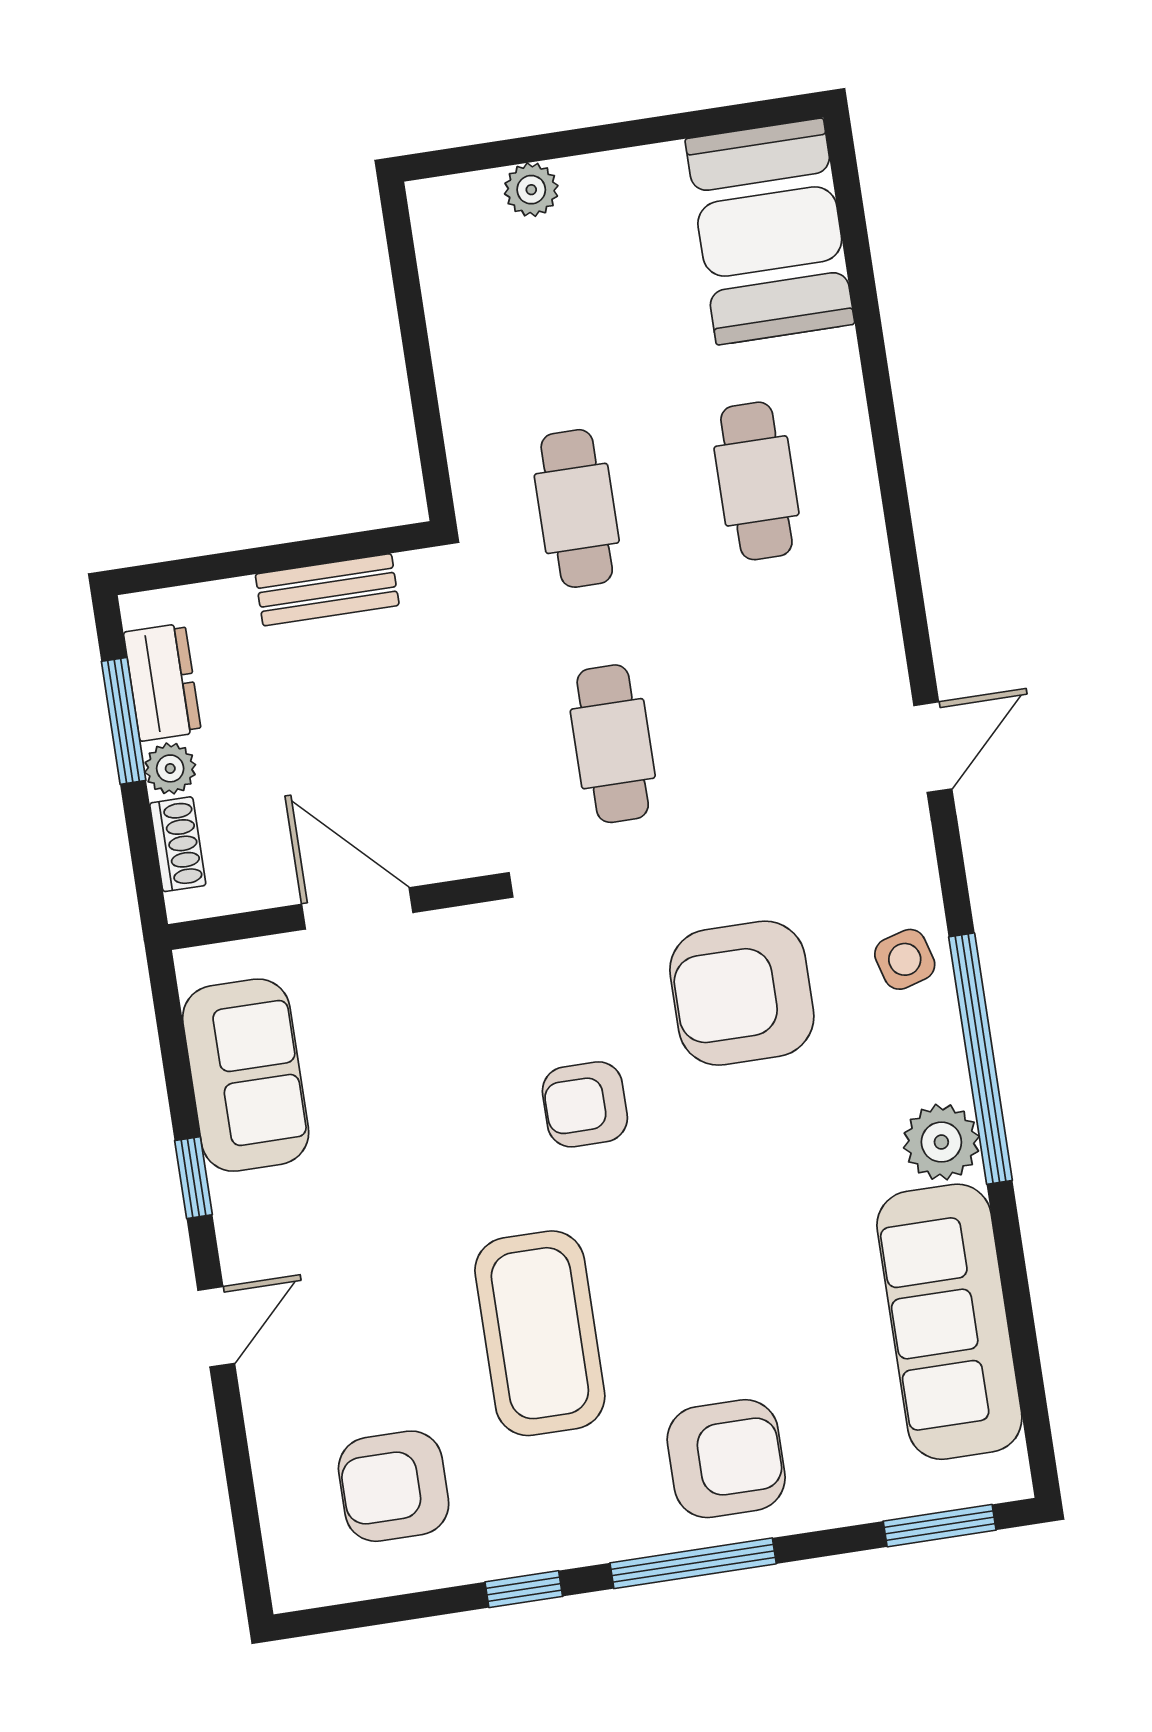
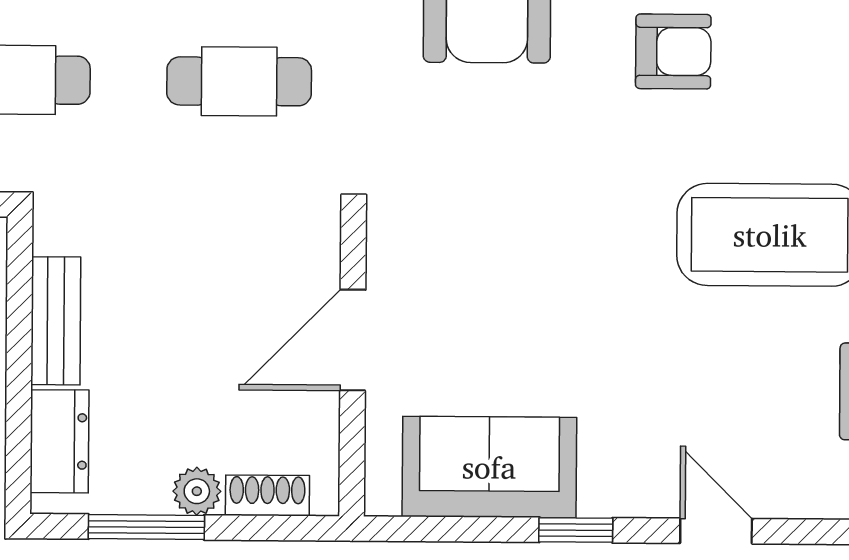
dresser: (162, 682) -> (60, 441), moved, turned 90
armchair: (585, 1104) -> (673, 52), moved, turned -90

